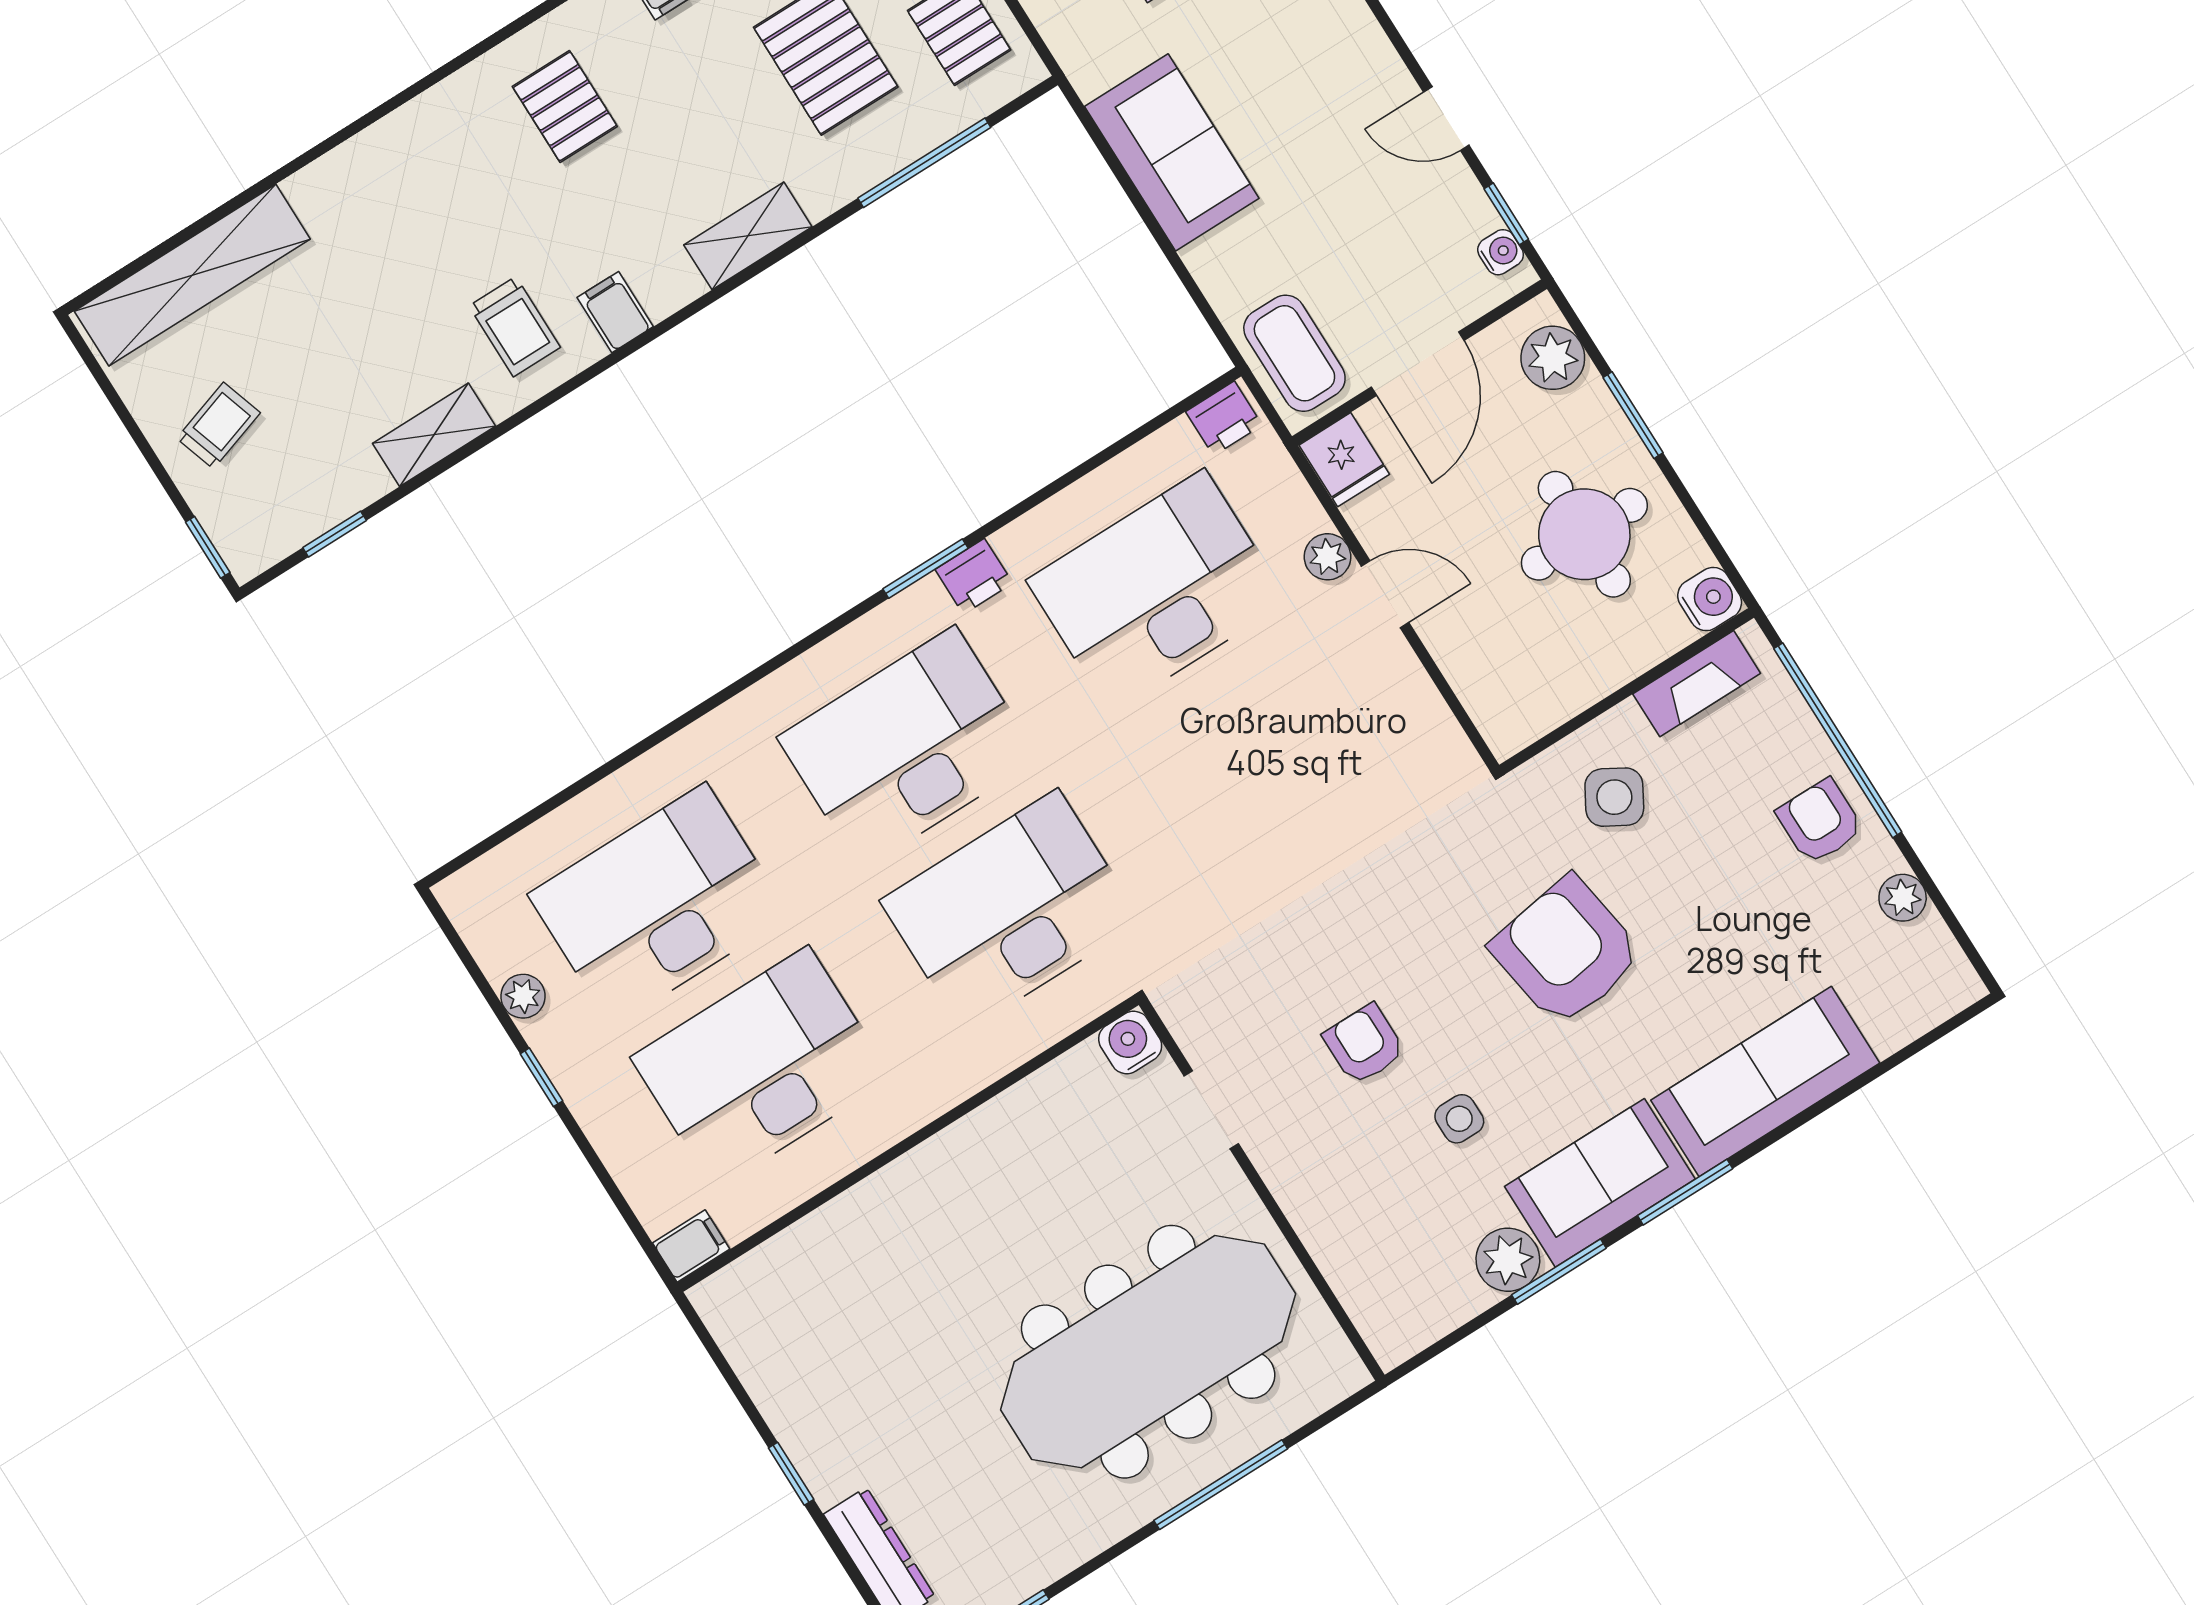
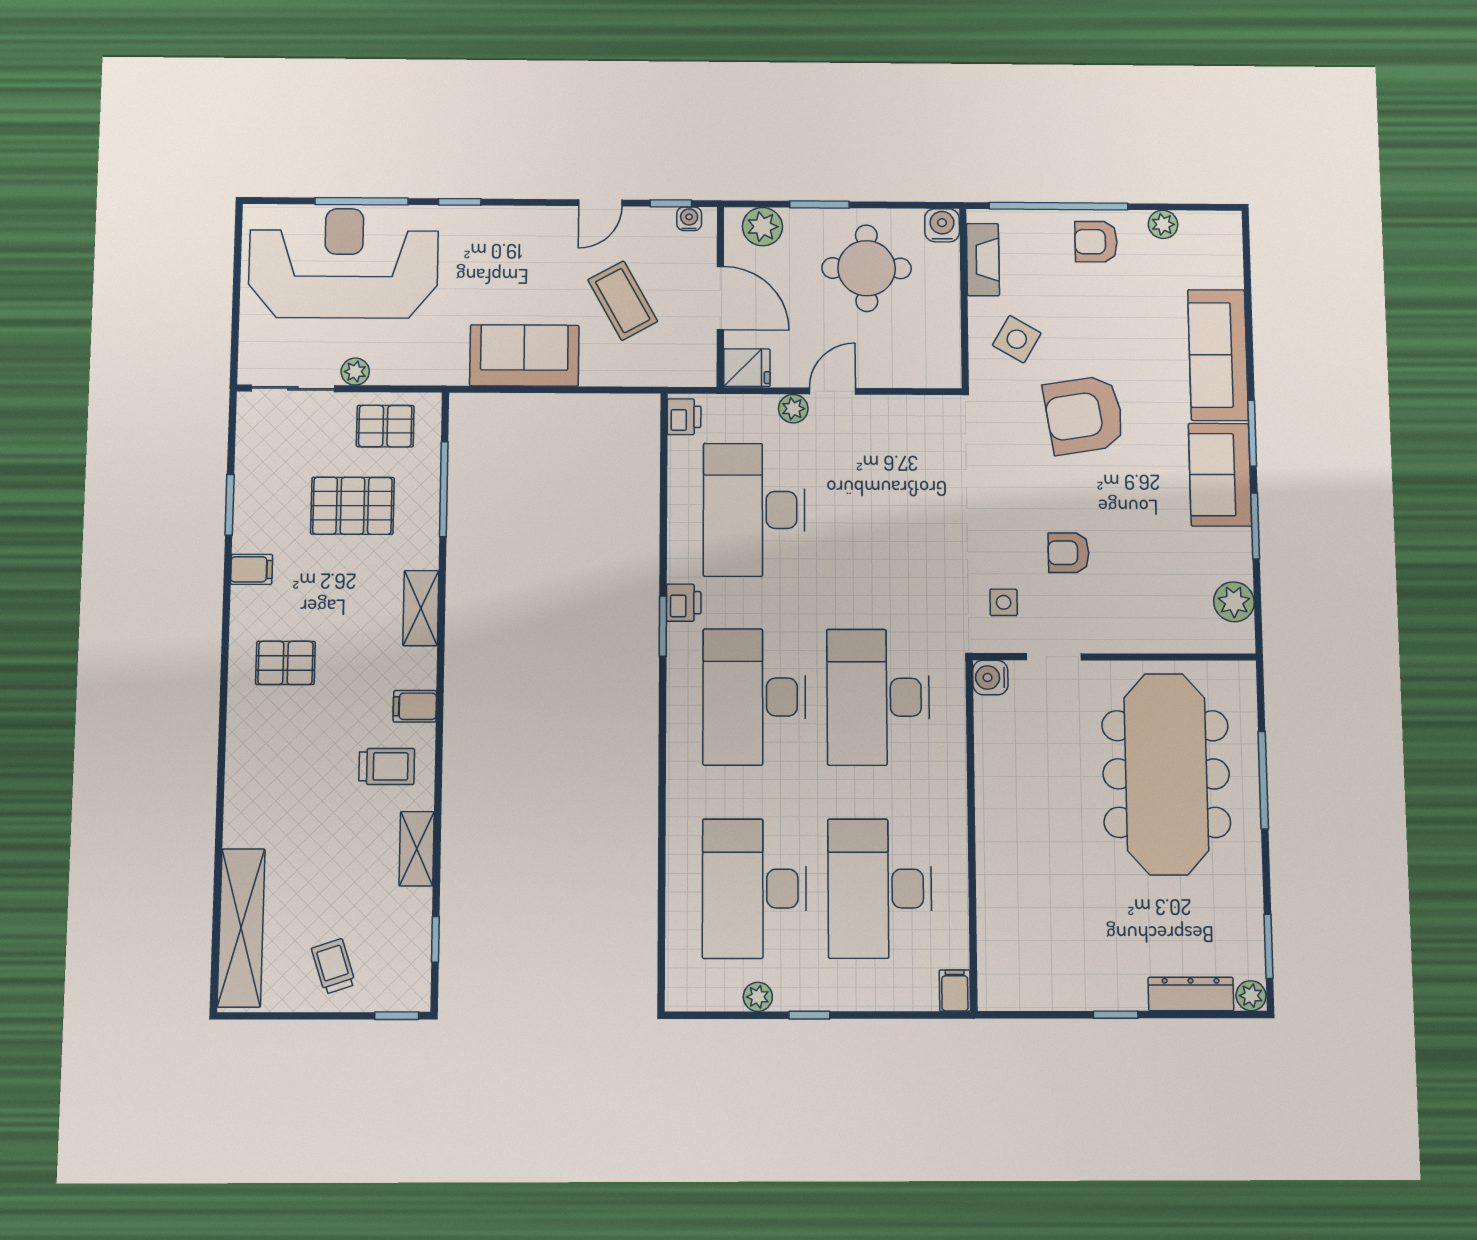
coffee table: (1294, 353) -> (623, 301), moved, turned 61
side table: (1459, 1119) -> (1004, 602), moved
plant: (1508, 1260) -> (1234, 602), moved

